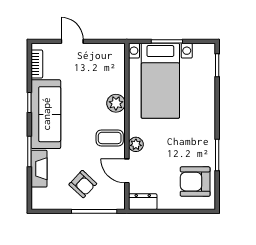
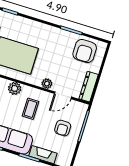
coffee table: (110, 138) -> (31, 109), moved
armchair: (83, 184) -> (63, 128), turned 137
dresser: (143, 202) -> (89, 87), width x1.44

